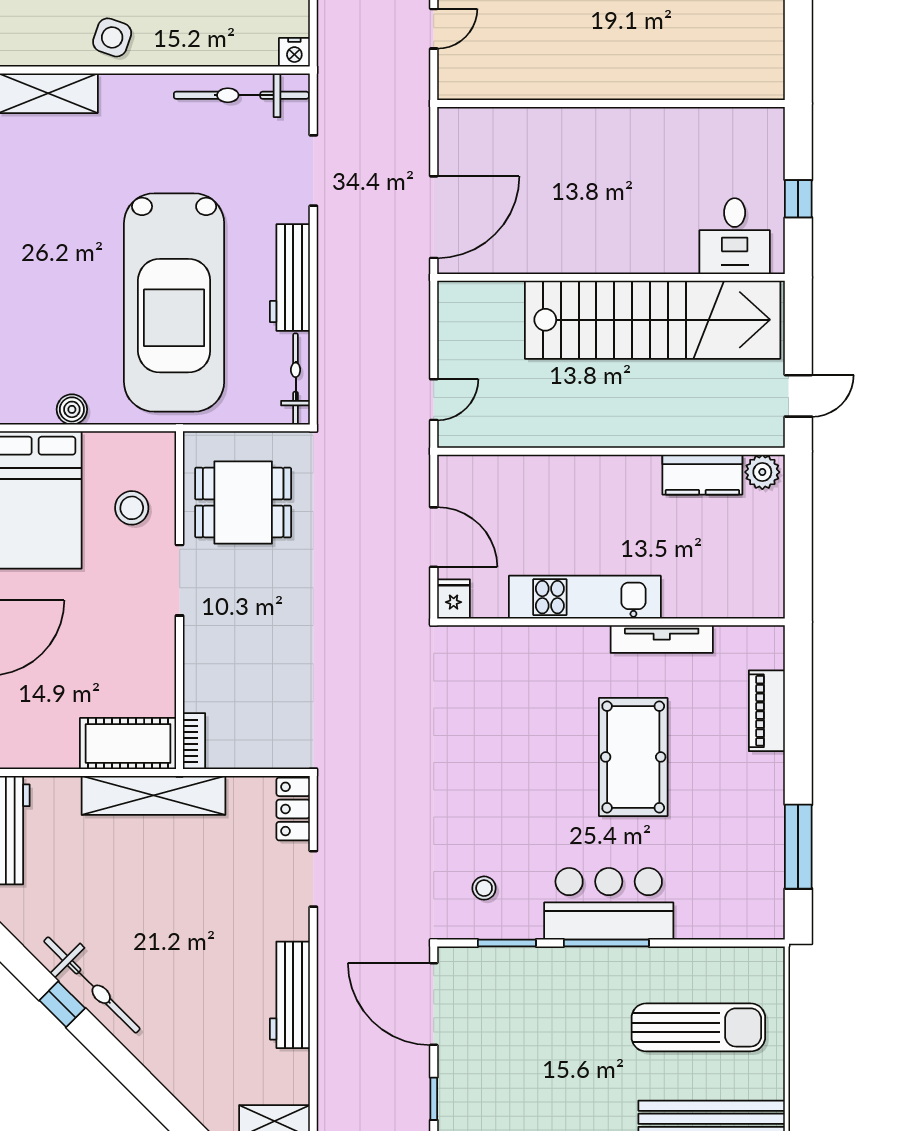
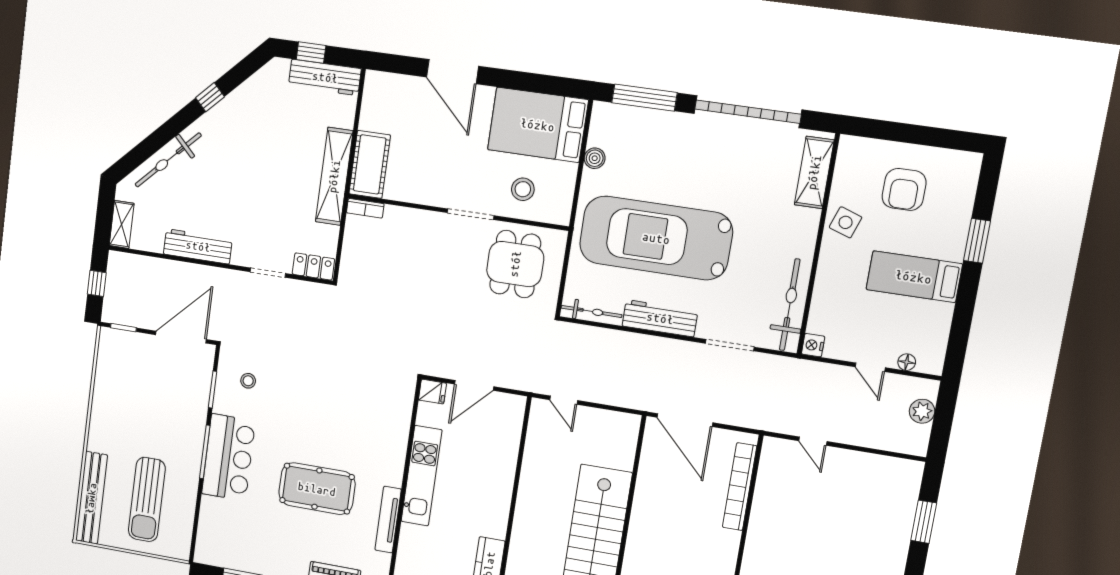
bookcase: (519, 122) -> (740, 487), added
bicycle: (92, 985) -> (168, 160), moved

